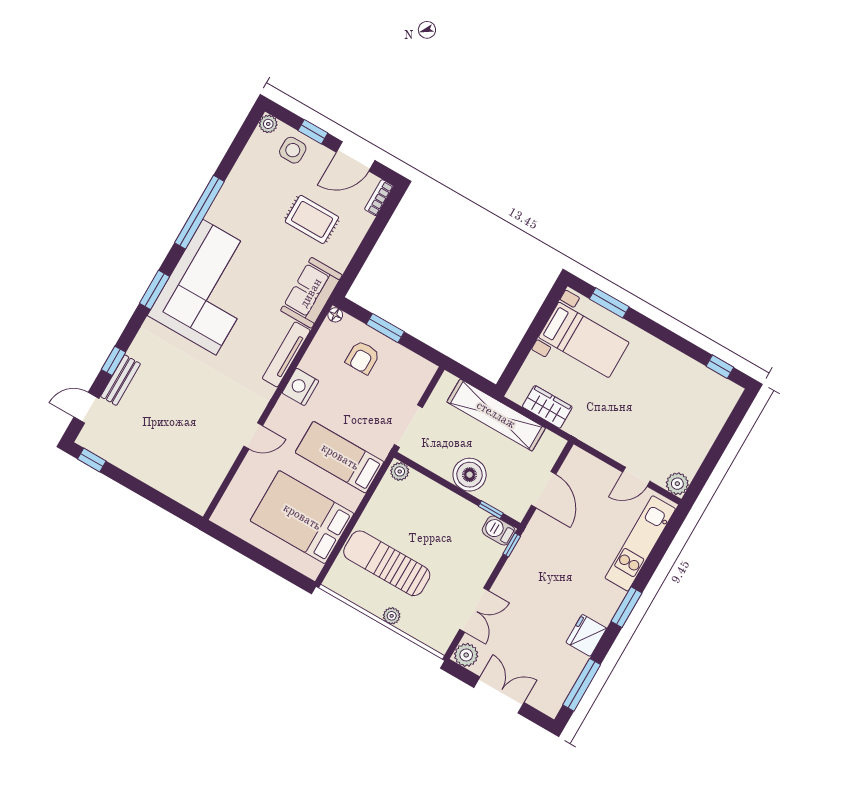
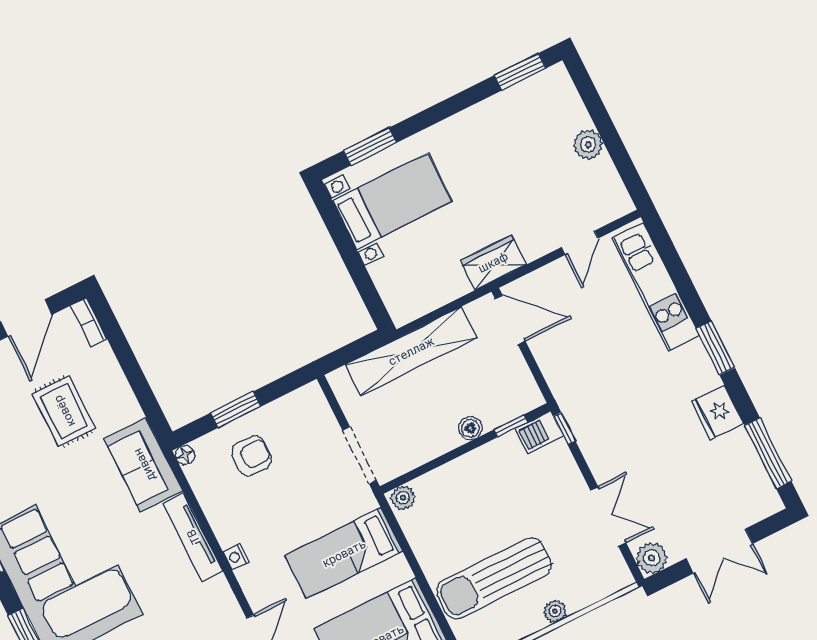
rug: (312, 219) -> (64, 411), turned 90
armchair: (363, 357) -> (251, 456), turned -90
window: (720, 367) -> (520, 72), width x1.50
nightstand: (300, 387) -> (236, 557), width x0.53, depth x0.56
wardrobe: (547, 407) -> (493, 262), moved
boiler: (470, 475) -> (470, 428), width x0.54, depth x0.54
plant: (677, 484) -> (588, 145), moved
door: (544, 490) -> (510, 320), moved
double door: (499, 695) -> (719, 551), swing flipped

